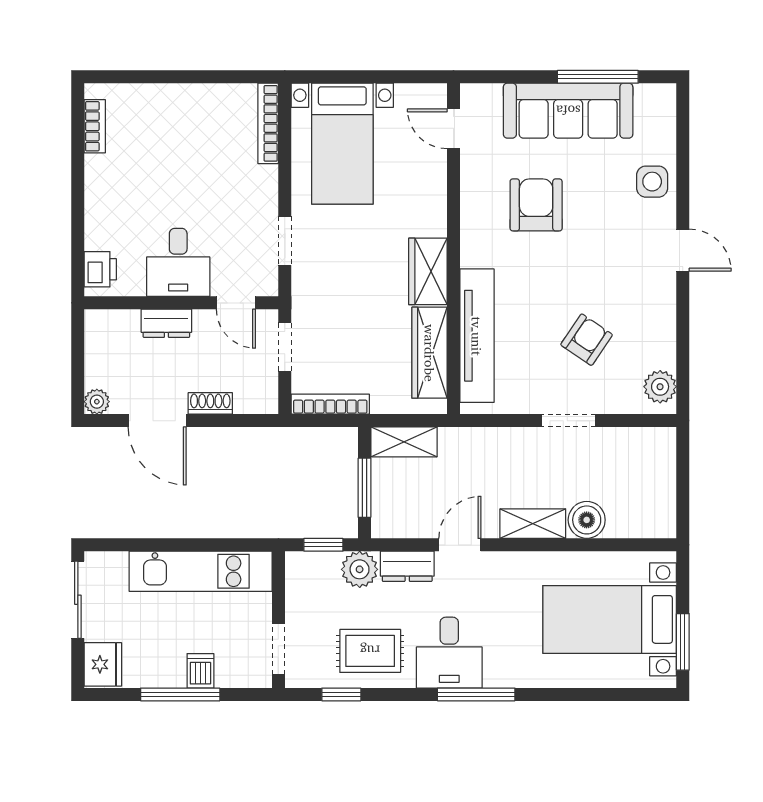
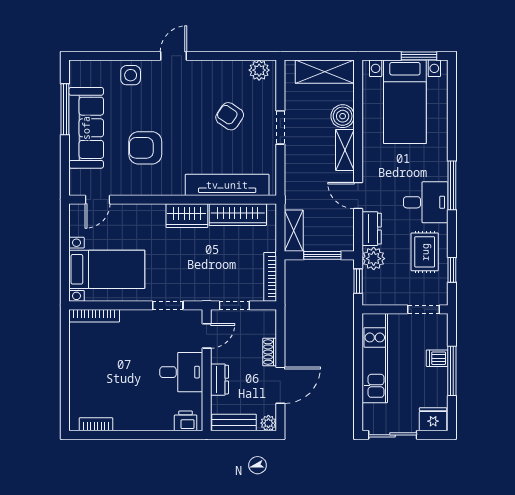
bench: (98, 347) -> (234, 423), added
shelving: (658, 492) -> (325, 72), added

